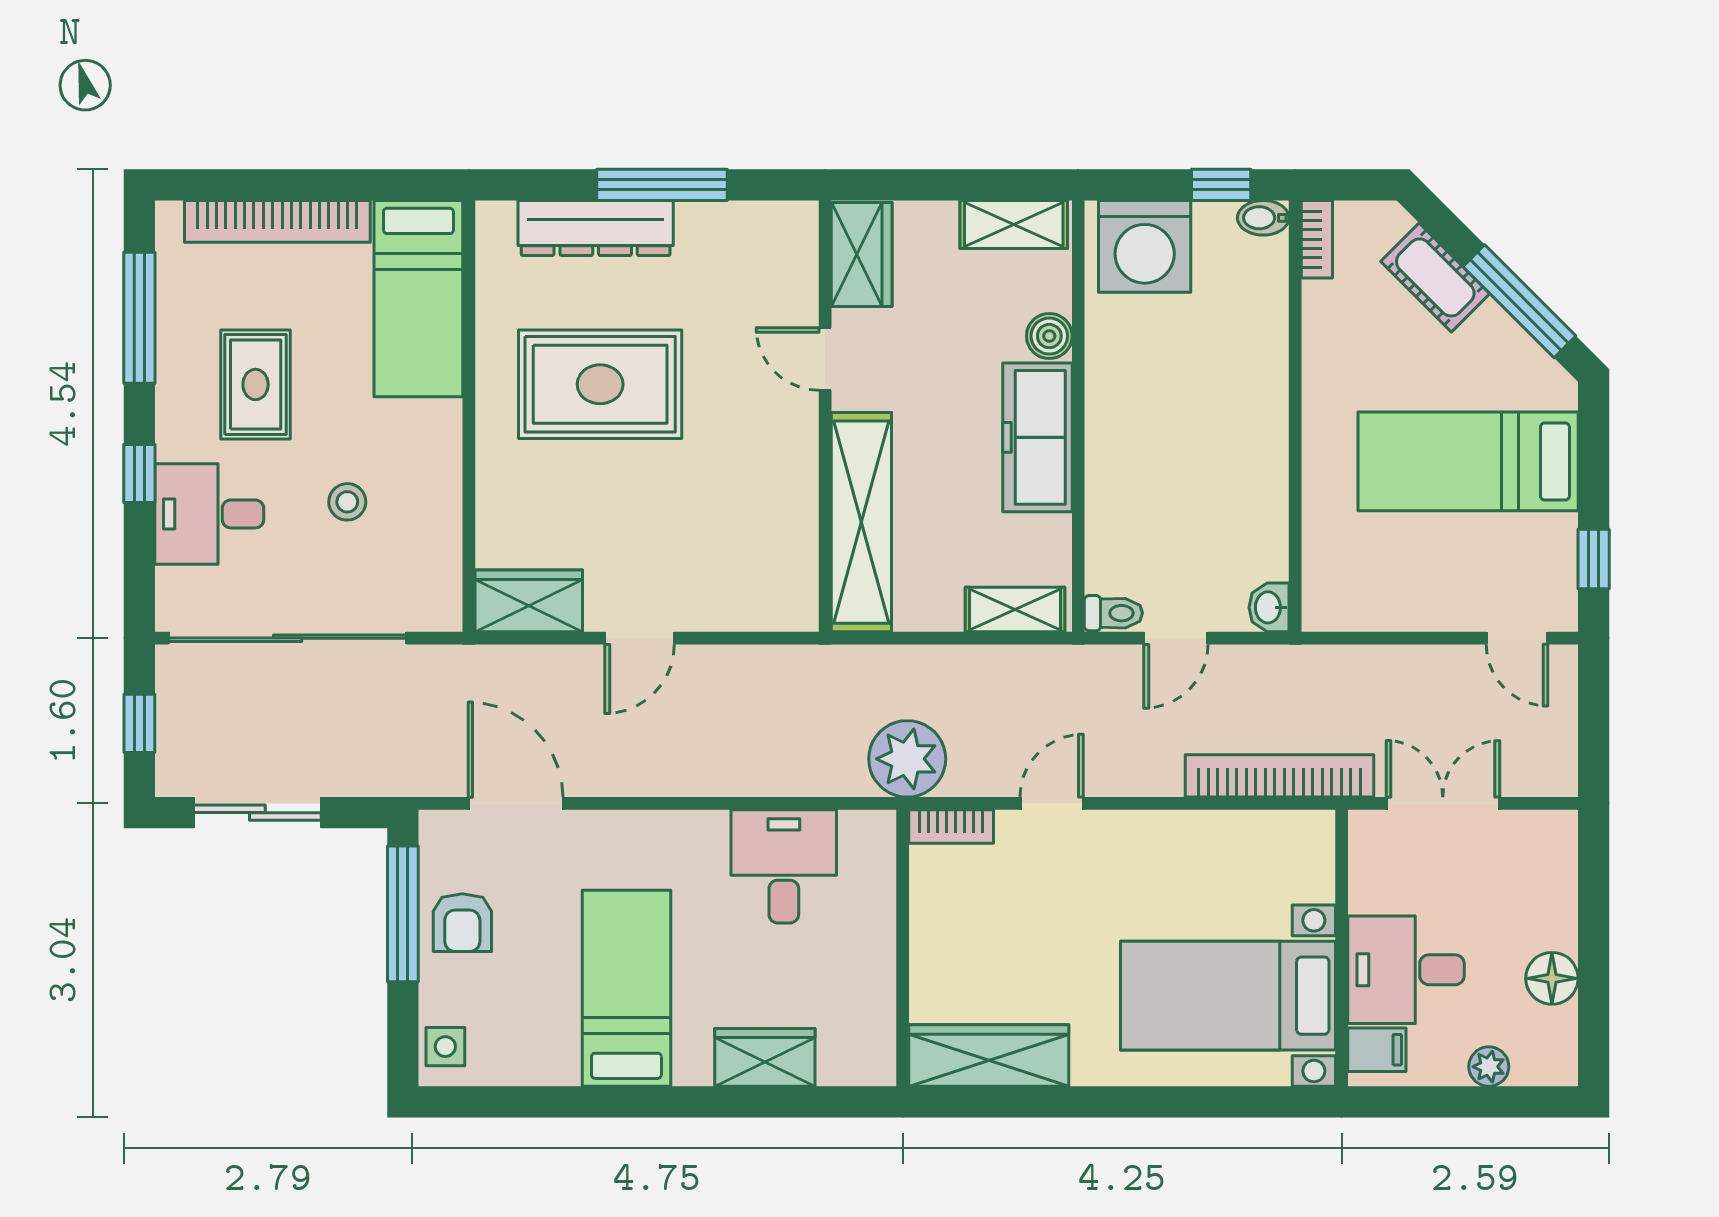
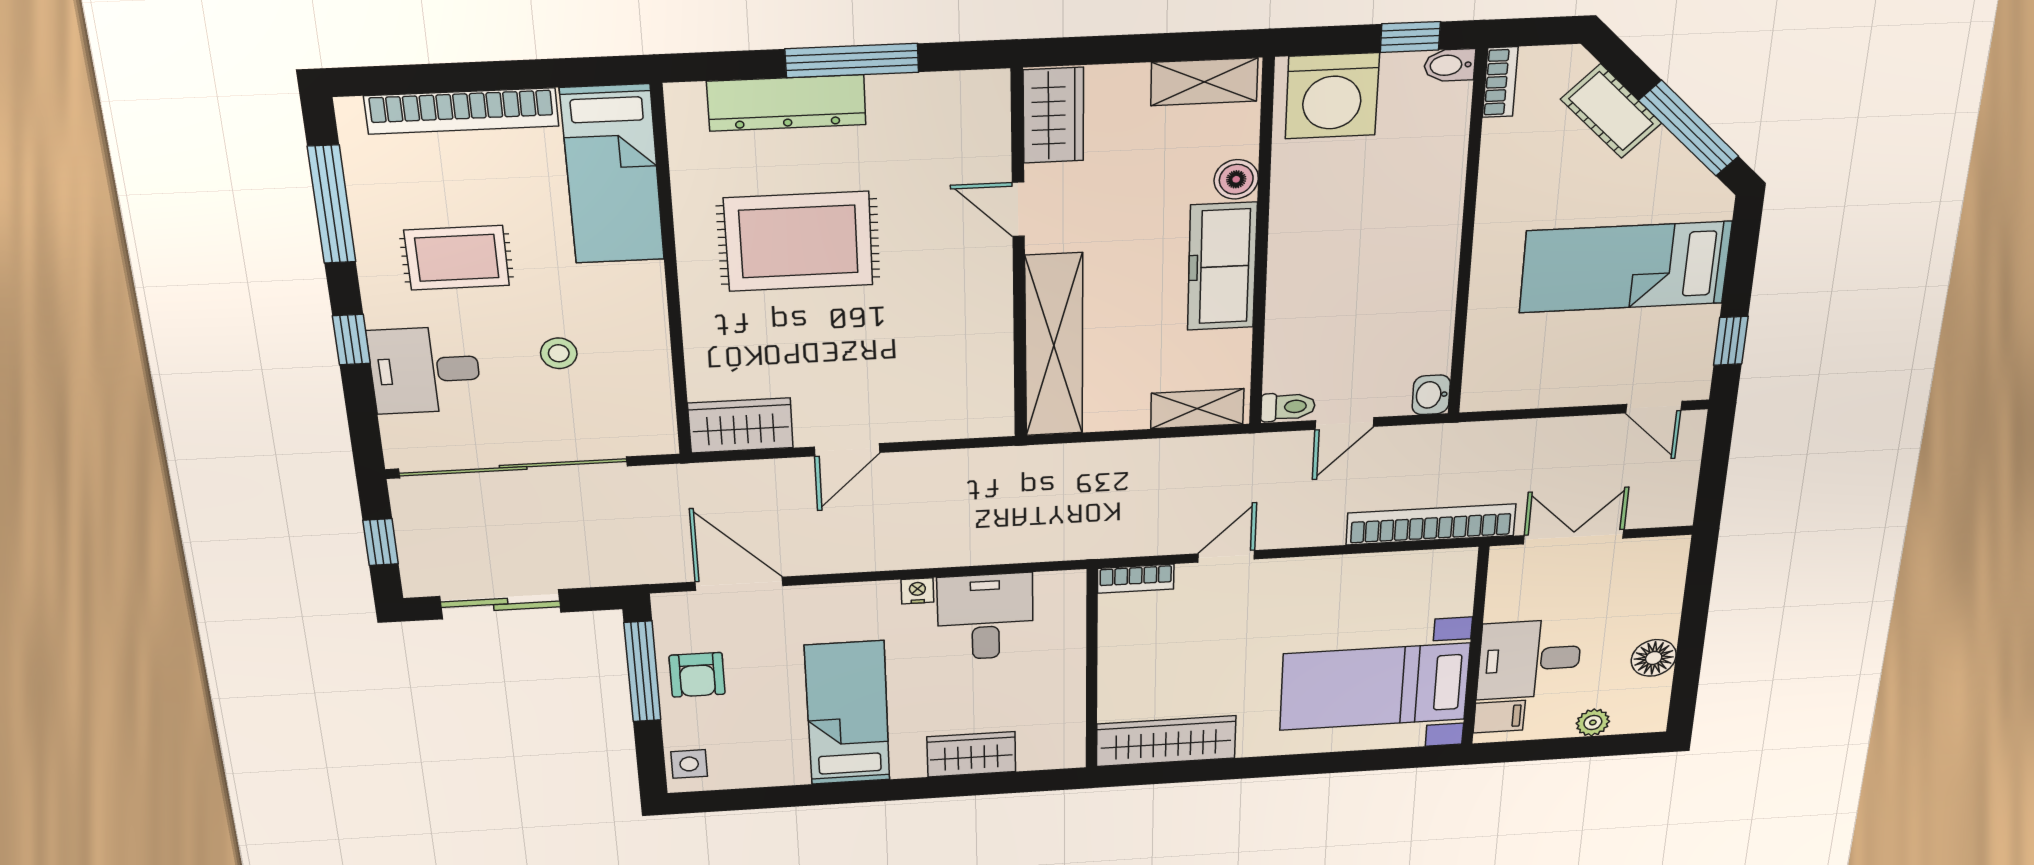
rug: (256, 385) -> (457, 258), turned 90
plant: (907, 759) -> (1096, 530), removed
nightstand: (710, 826) -> (917, 591), added

